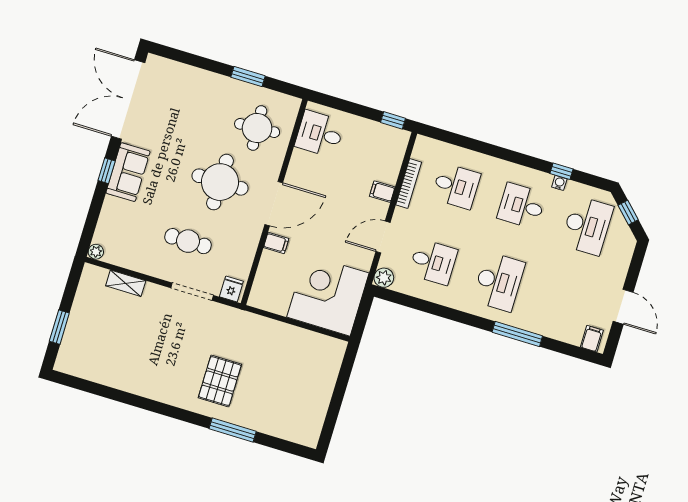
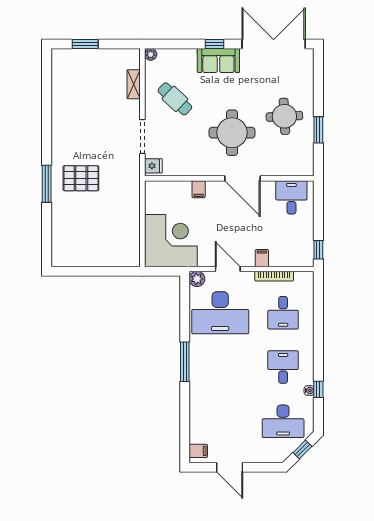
round table: (257, 128) -> (284, 116), moved
door: (274, 204) -> (242, 178), moved
cafe table: (188, 241) -> (175, 99), moved, turned -47
desk: (433, 262) -> (220, 313), width x1.87, depth x1.30
desk: (499, 282) -> (220, 367), removed
door: (623, 307) -> (230, 467), hinge flipped
window: (517, 334) -> (185, 362), moved
window: (233, 430) -> (47, 184), moved

